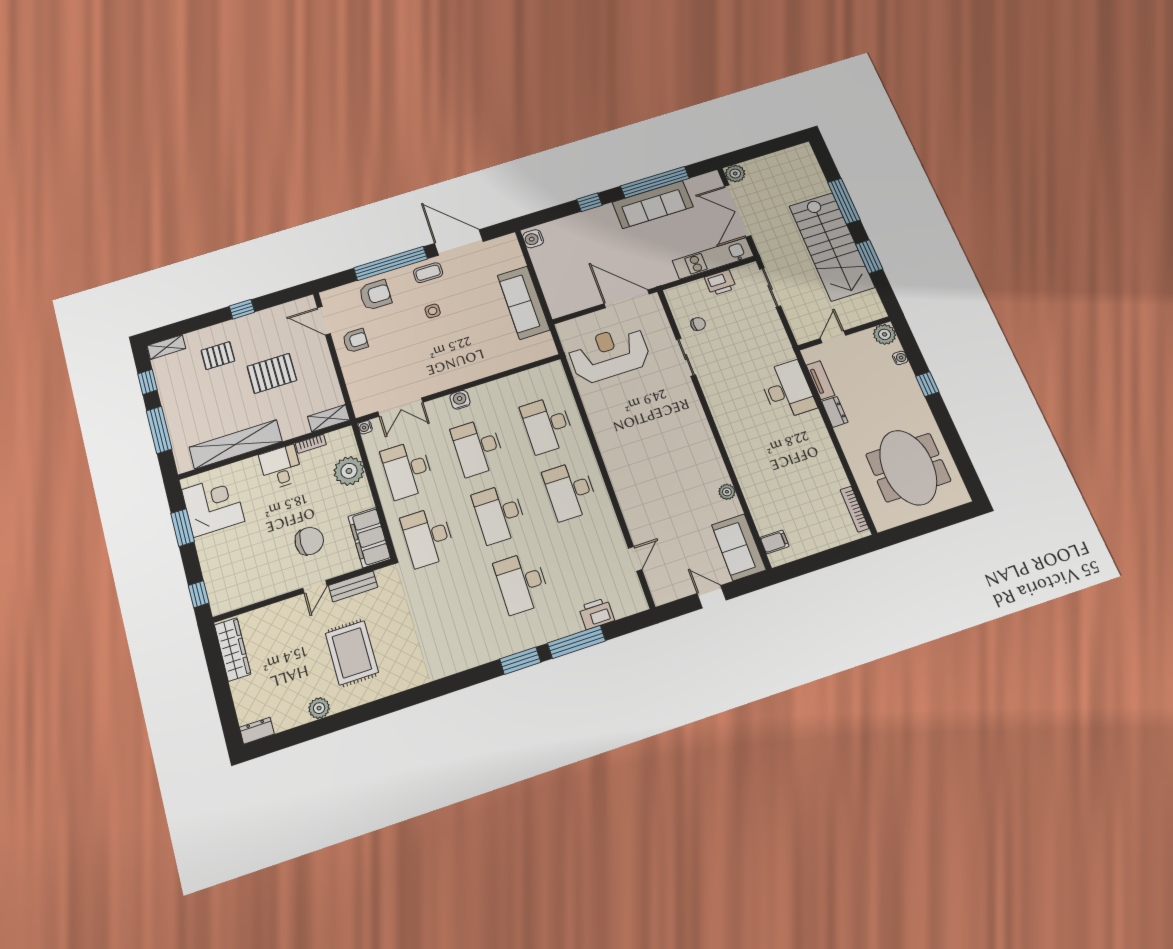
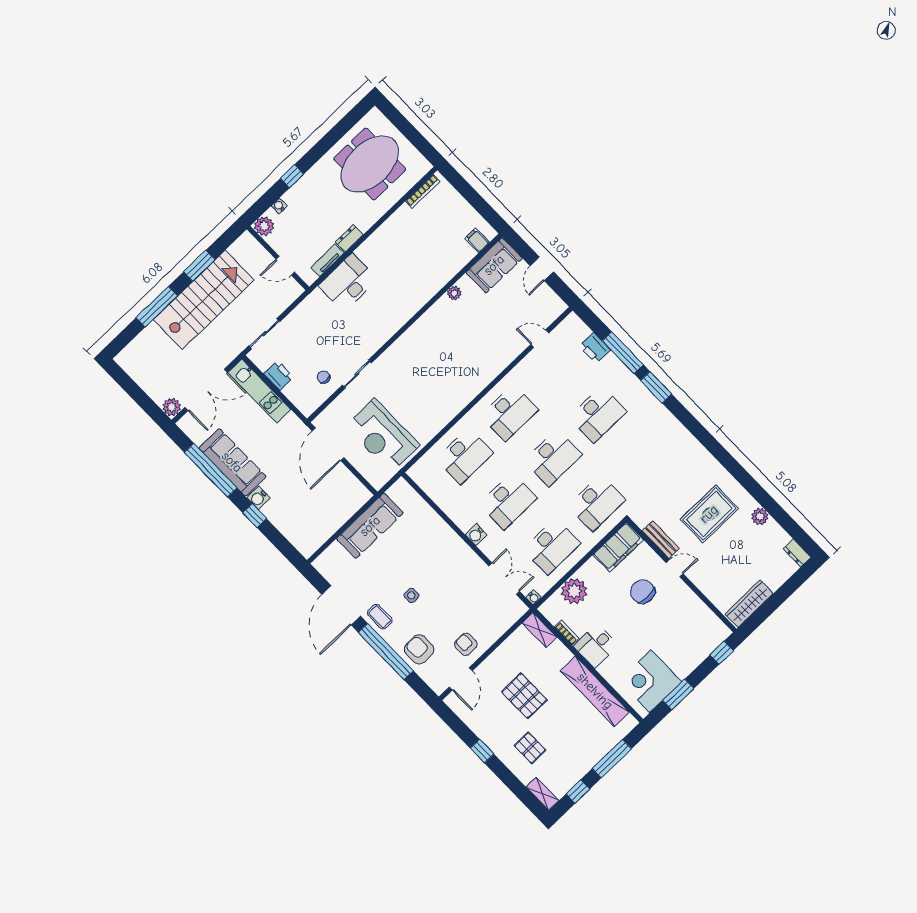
water cooler: (533, 239) -> (258, 498), moved, turned 90

